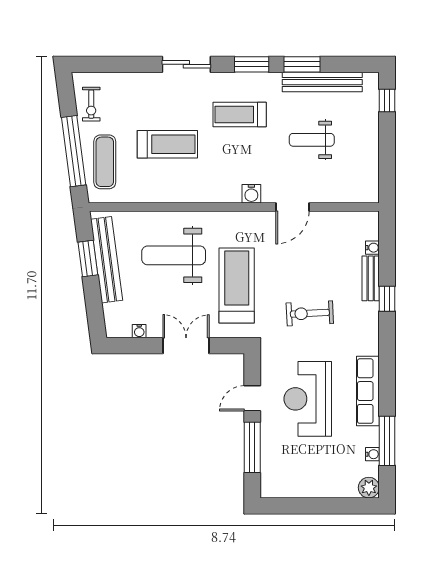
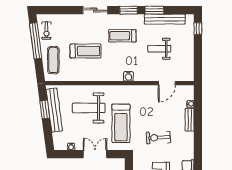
window: (74, 151) -> (36, 41), moved
door: (292, 207) -> (167, 83), moved
treadmill: (237, 285) -> (121, 123), turned 180
window: (387, 299) -> (198, 130), removed

